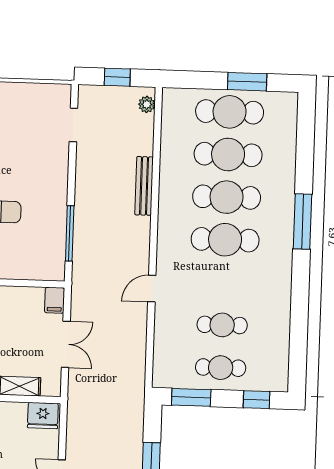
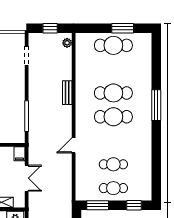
cafe table: (228, 154) -> (113, 69), removed
bench: (144, 186) -> (67, 93), width x0.73

